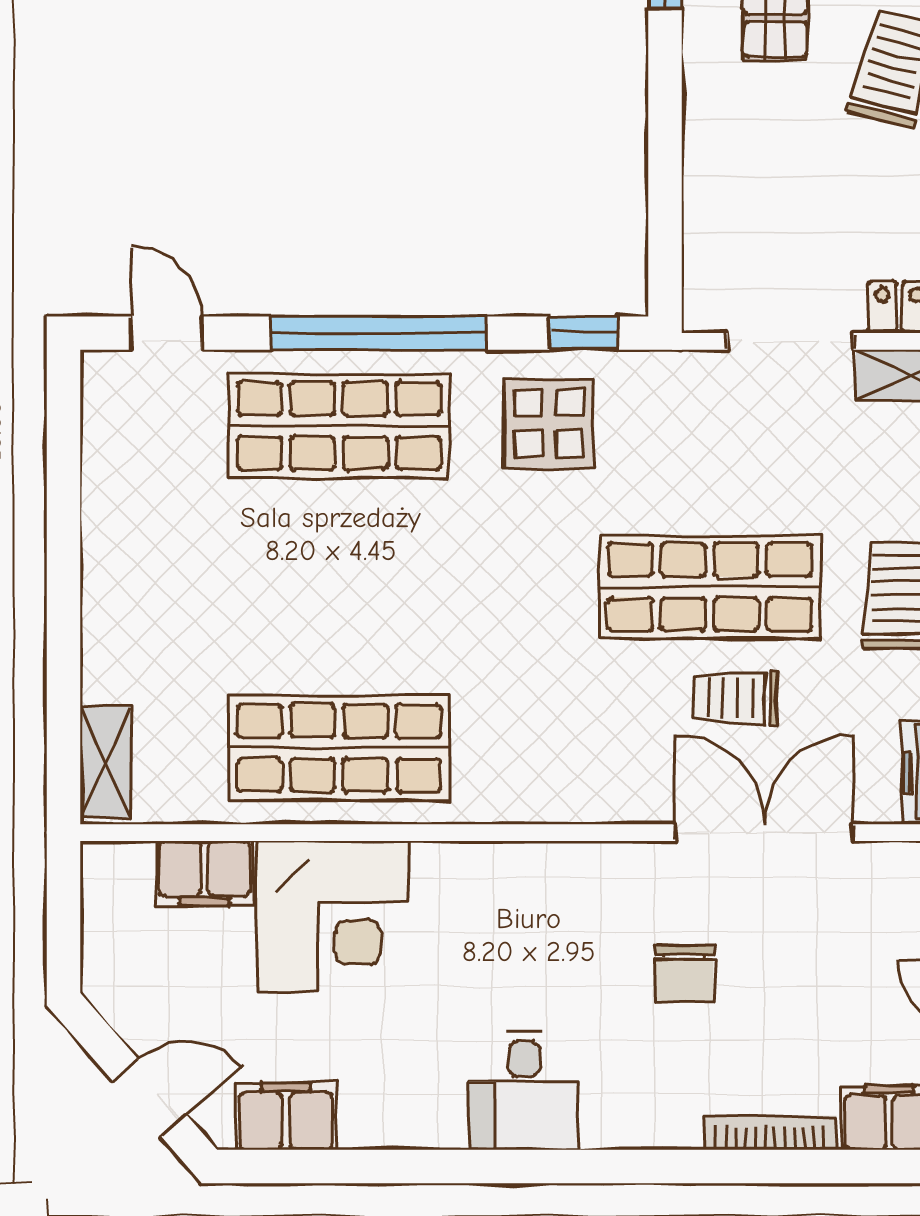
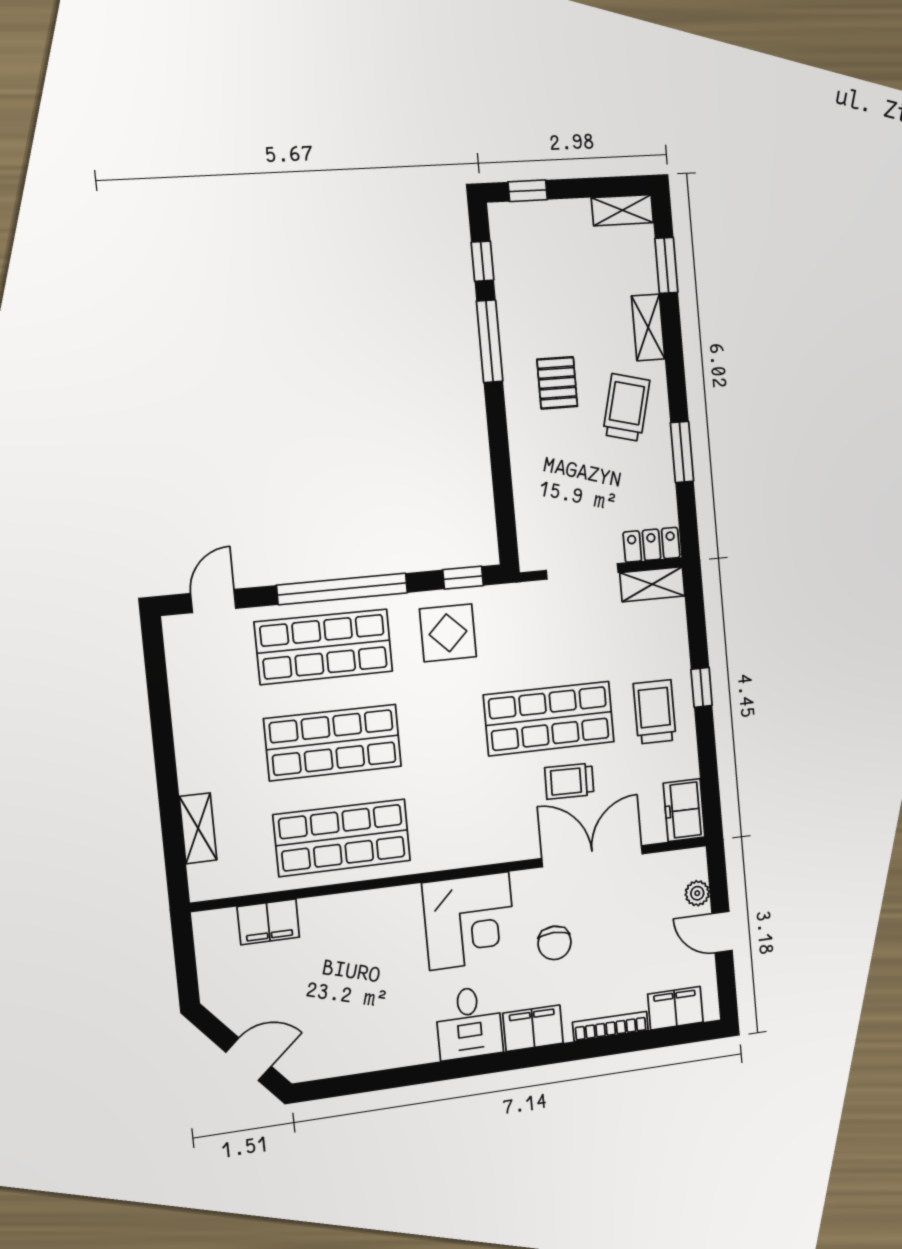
door: (166, 333) -> (213, 601), hinge flipped
shop shelf: (339, 587) -> (333, 743), added
shelving: (105, 762) -> (198, 828), moved
corner desk: (333, 916) -> (469, 921), moved
filing cabinet: (286, 1116) -> (533, 1028), moved

